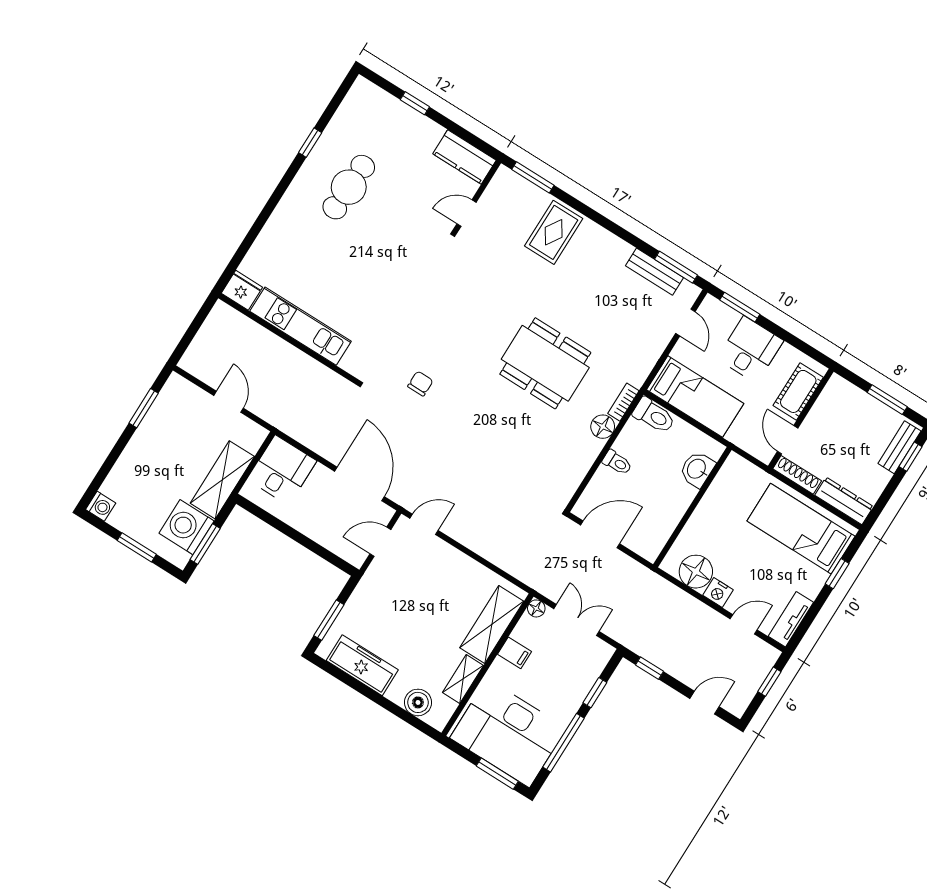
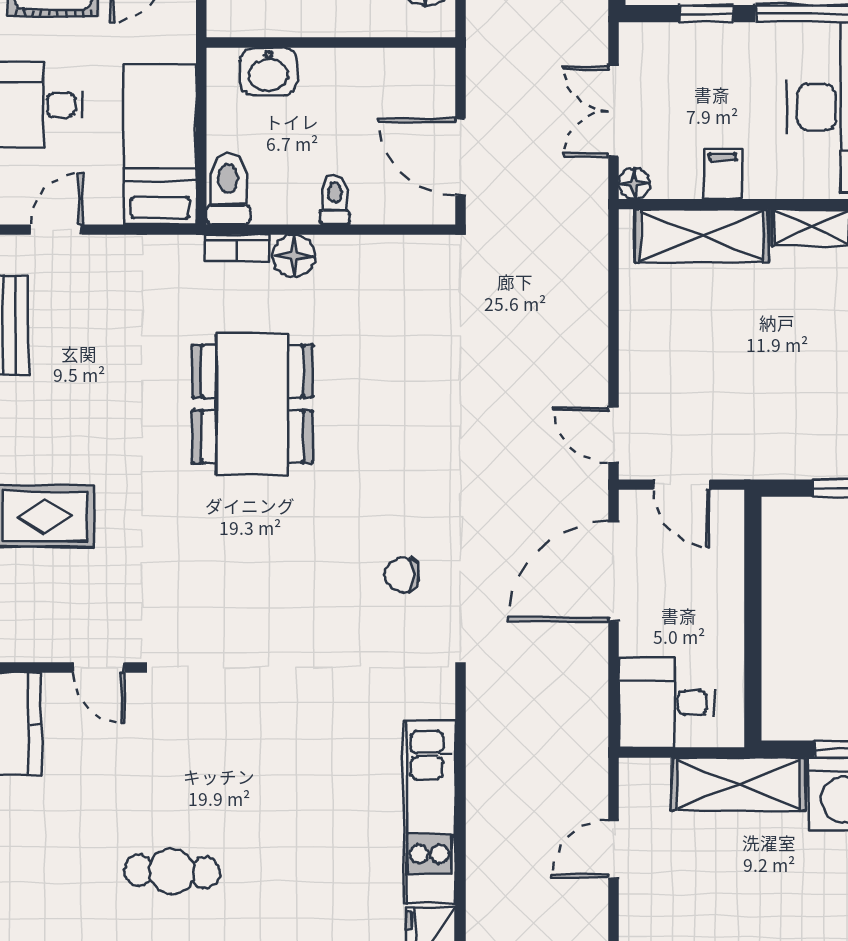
cafe table: (349, 187) -> (172, 871), width x0.73, depth x0.74

